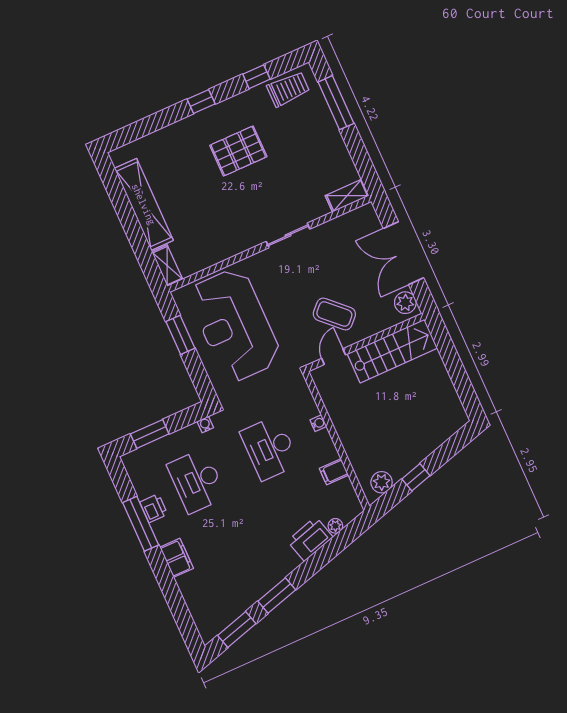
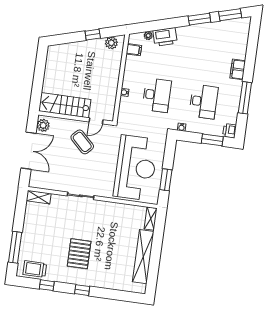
pallet: (238, 151) -> (79, 254), turned 90
filing cabinet: (334, 472) -> (134, 50), moved
printer: (154, 508) -> (230, 131), moved

